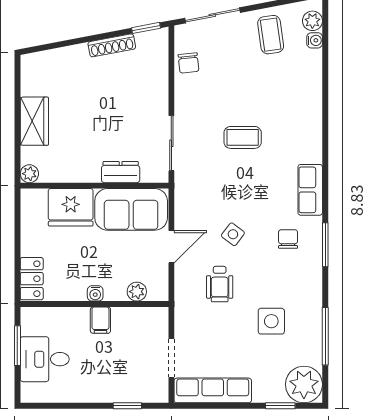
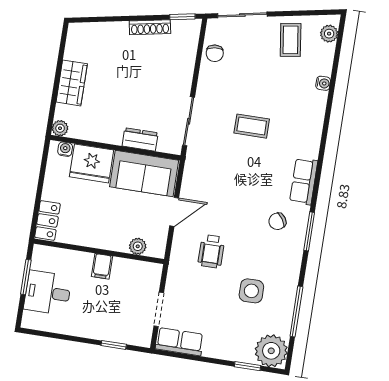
water cooler: (315, 40) -> (323, 83), moved
side table: (233, 234) -> (230, 209), removed
chair: (288, 239) -> (277, 221), turned -125
water cooler: (95, 293) -> (65, 149), moved, turned 180
row of seats: (213, 390) -> (180, 342), width x0.68

